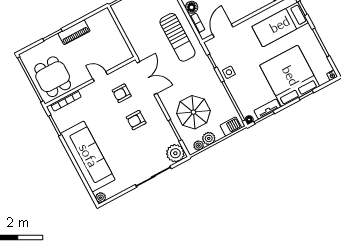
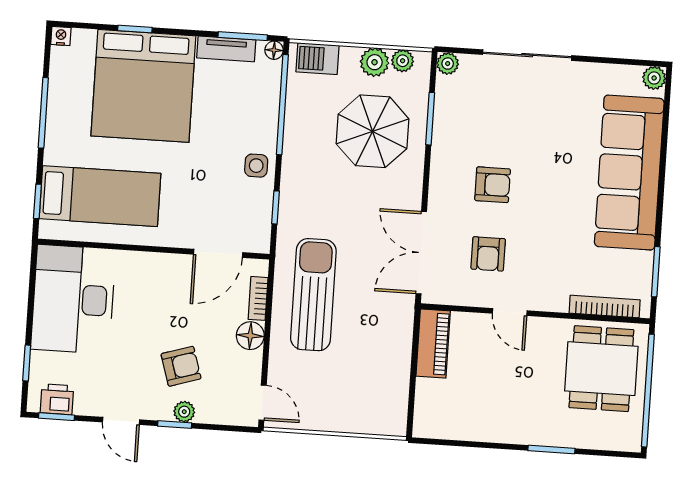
piano: (74, 32) -> (433, 344), moved, turned 90
armchair: (122, 93) -> (488, 254), turned 90
plant: (175, 153) -> (448, 64), width x0.53, depth x0.53

